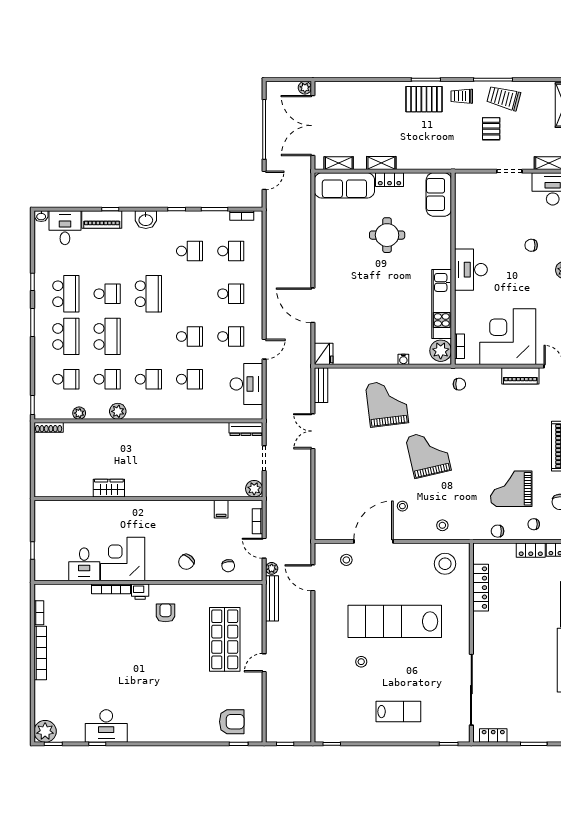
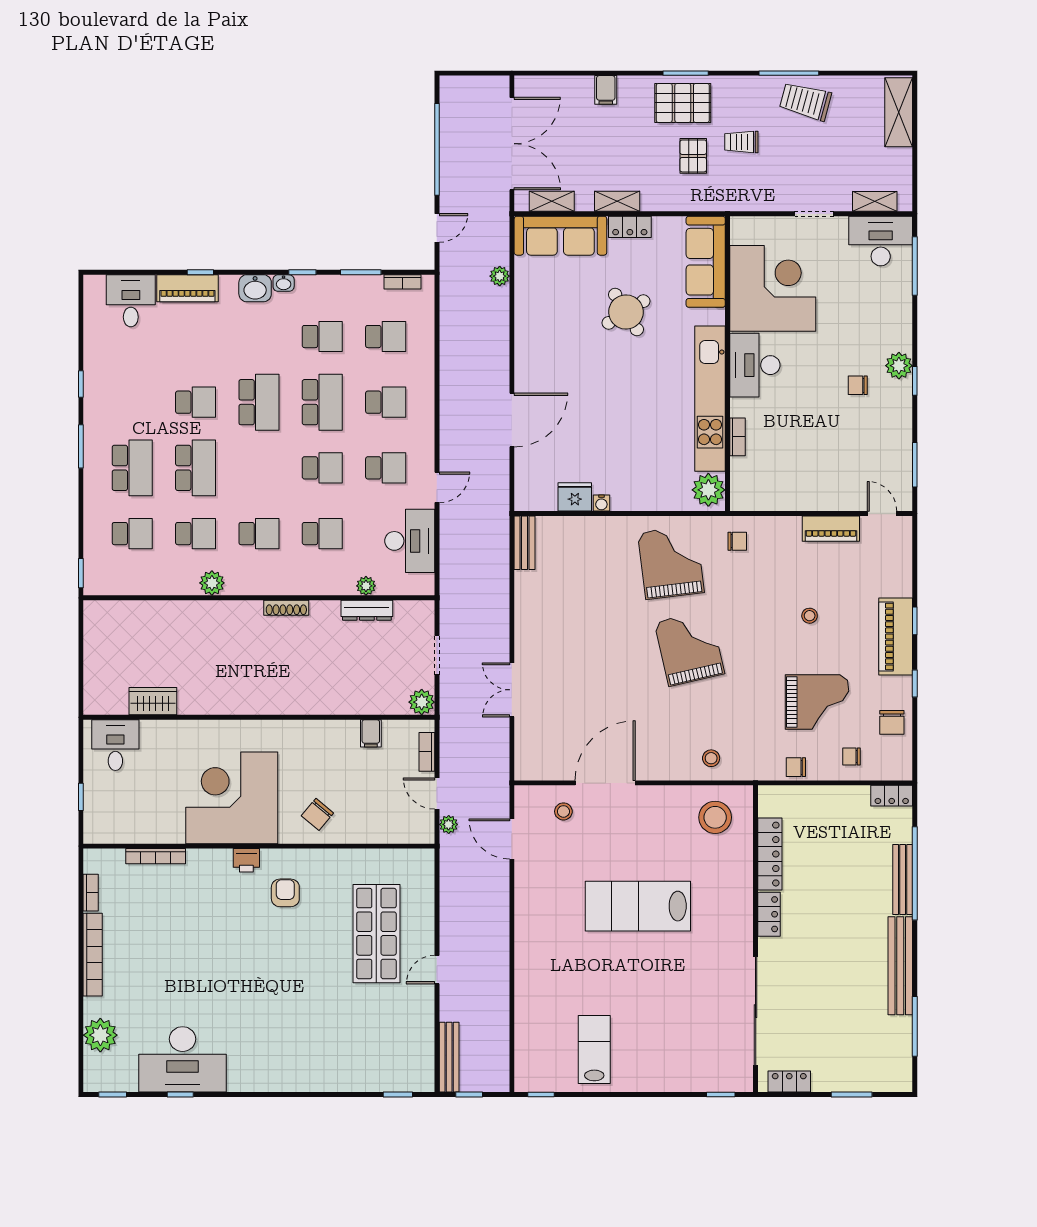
plant: (305, 88) -> (500, 276), moved
filing cabinet: (374, 91) -> (606, 90), added
trolley: (462, 96) -> (741, 142), moved
double door: (313, 126) -> (512, 144), swing flipped
pallet: (491, 129) -> (693, 156), moved
sofa: (439, 194) -> (706, 262), width x1.36
washbasin: (41, 216) -> (284, 283), moved
round table: (387, 235) -> (626, 312), turned -32
chair: (531, 245) -> (858, 385), moved
school desk: (66, 294) -> (322, 402), moved
kitchen unit: (442, 304) -> (710, 399), width x1.36
door: (313, 305) -> (512, 420), swing flipped
corner desk: (508, 337) -> (773, 288), moved, turned 90
bookcase: (459, 346) -> (737, 437), moved
fridge: (324, 354) -> (575, 497), moved, turned -90
water cooler: (403, 359) -> (601, 503), moved
grand piano: (387, 403) -> (671, 563), moved
plant: (79, 413) -> (366, 586), moved
shoe rack: (49, 427) -> (286, 608), moved
dresser: (246, 429) -> (367, 610), moved
double door: (313, 431) -> (512, 690), moved
wardrobe: (109, 488) -> (153, 701), moved
grand piano: (511, 489) -> (817, 702), turned 180
stool: (402, 506) -> (810, 616), moved
locker: (531, 550) -> (769, 914), moved, turned -90
corner desk: (123, 559) -> (232, 798), width x1.36, depth x1.36
desk: (84, 564) -> (115, 745), moved, turned 180
chair: (228, 566) -> (382, 820), removed
bookcase: (111, 589) -> (156, 856), moved
bench: (272, 598) -> (449, 1057), moved
lab bench: (395, 621) -> (638, 906), width x0.73
stool: (361, 662) -> (586, 968), removed
lab bench: (398, 712) -> (594, 1050), moved, turned -90
armchair: (232, 722) -> (387, 1060), removed
desk: (106, 726) -> (182, 1059), width x1.36, depth x1.30
plant: (45, 731) -> (100, 1035), moved

